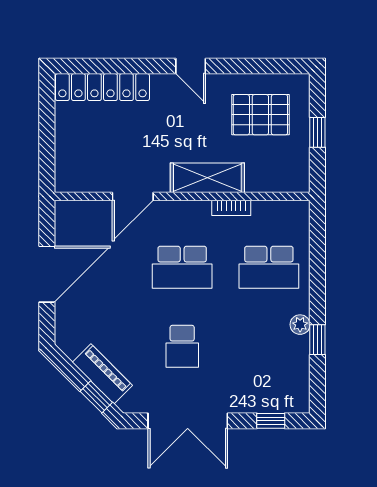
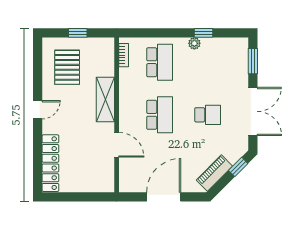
bookcase: (231, 208) -> (124, 55), moved
door: (47, 274) -> (164, 197), hinge flipped
piano: (102, 374) -> (214, 173), moved
window: (271, 421) -> (253, 61), width x1.50

